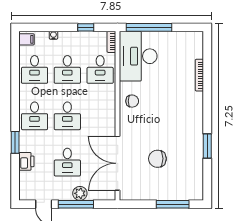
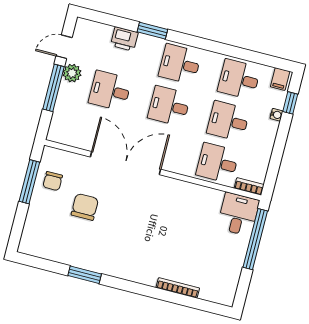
window: (86, 27) -> (290, 103), moved
desk: (138, 56) -> (238, 214), width x0.53, depth x0.77
chair: (132, 101) -> (53, 181), moved
double door: (118, 163) -> (125, 163), moved
plant: (80, 193) -> (72, 73), moved
window: (173, 204) -> (29, 182), moved

